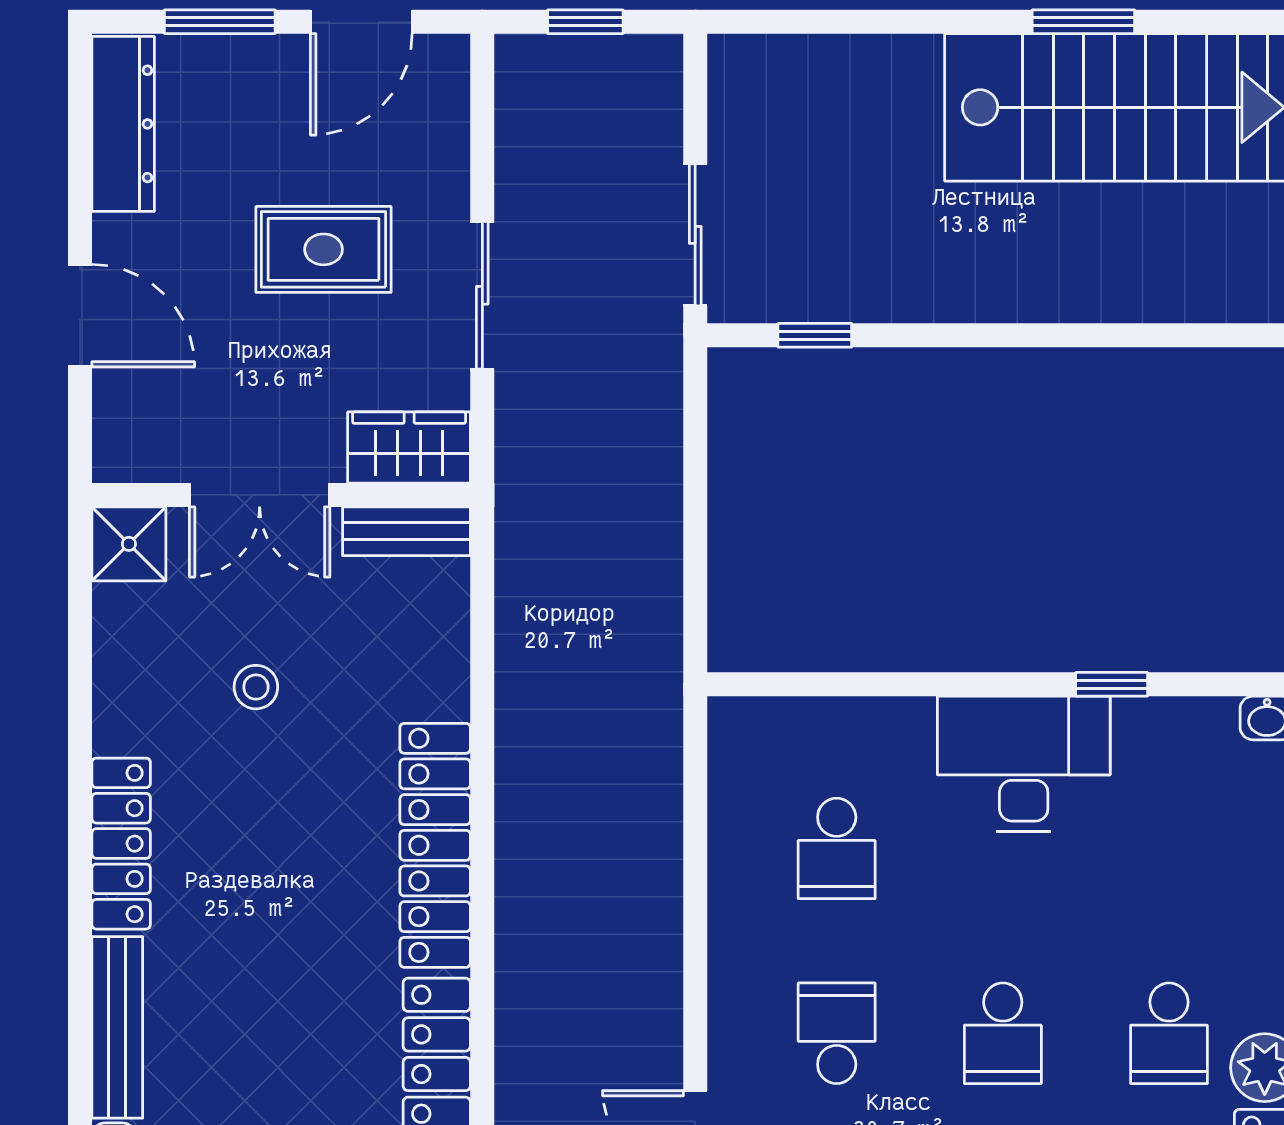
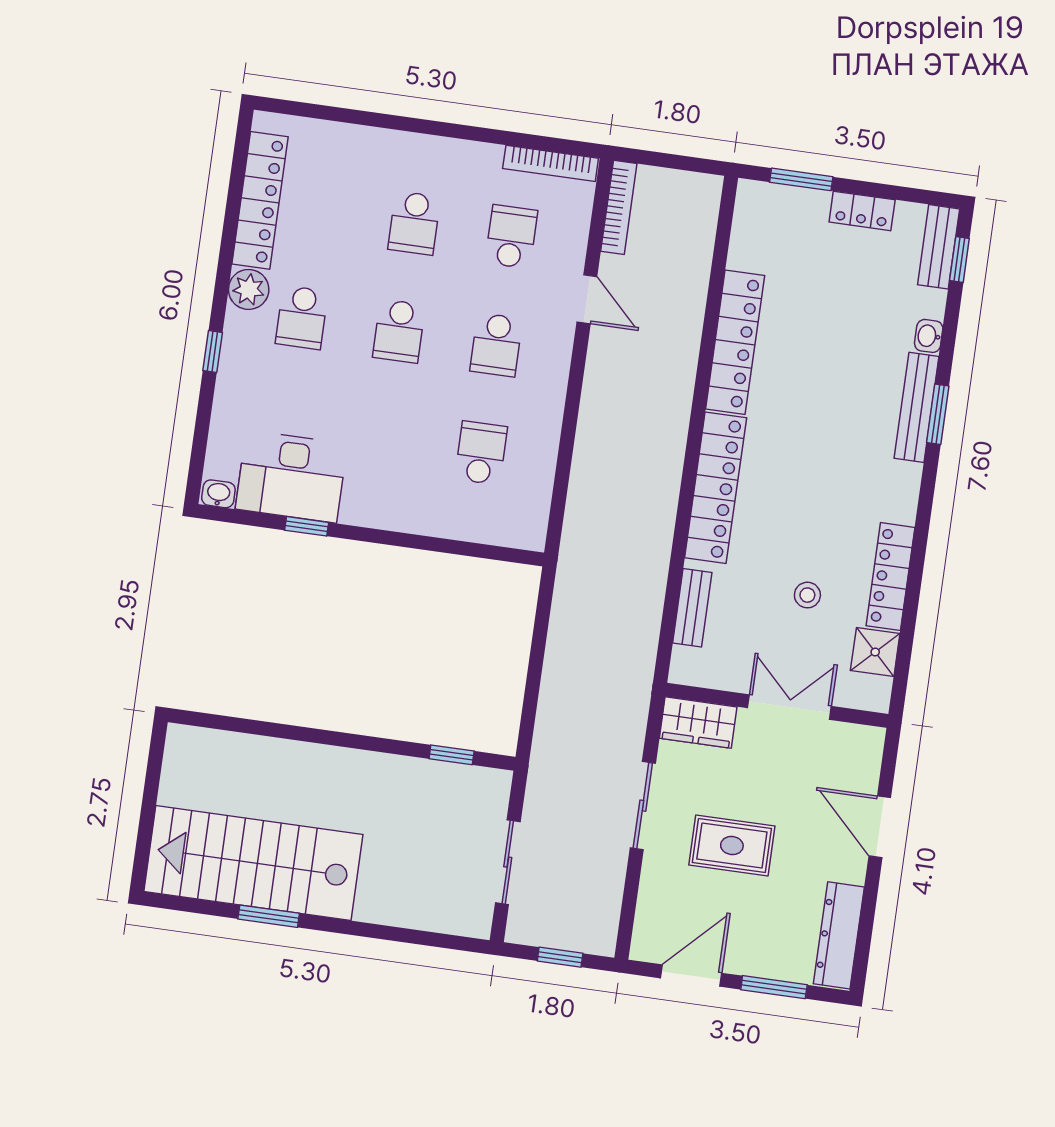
sliding door: (695, 235) -> (508, 862), moved
bench: (407, 531) -> (692, 608), moved, turned 90
shower: (129, 544) -> (875, 652), moved
desk: (1024, 764) -> (291, 477), moved
locker: (121, 844) -> (890, 577), moved
window: (80, 1021) -> (938, 414), added
school desk: (1003, 1033) -> (399, 331), turned 180
school desk: (1169, 1033) -> (302, 317), turned 180

